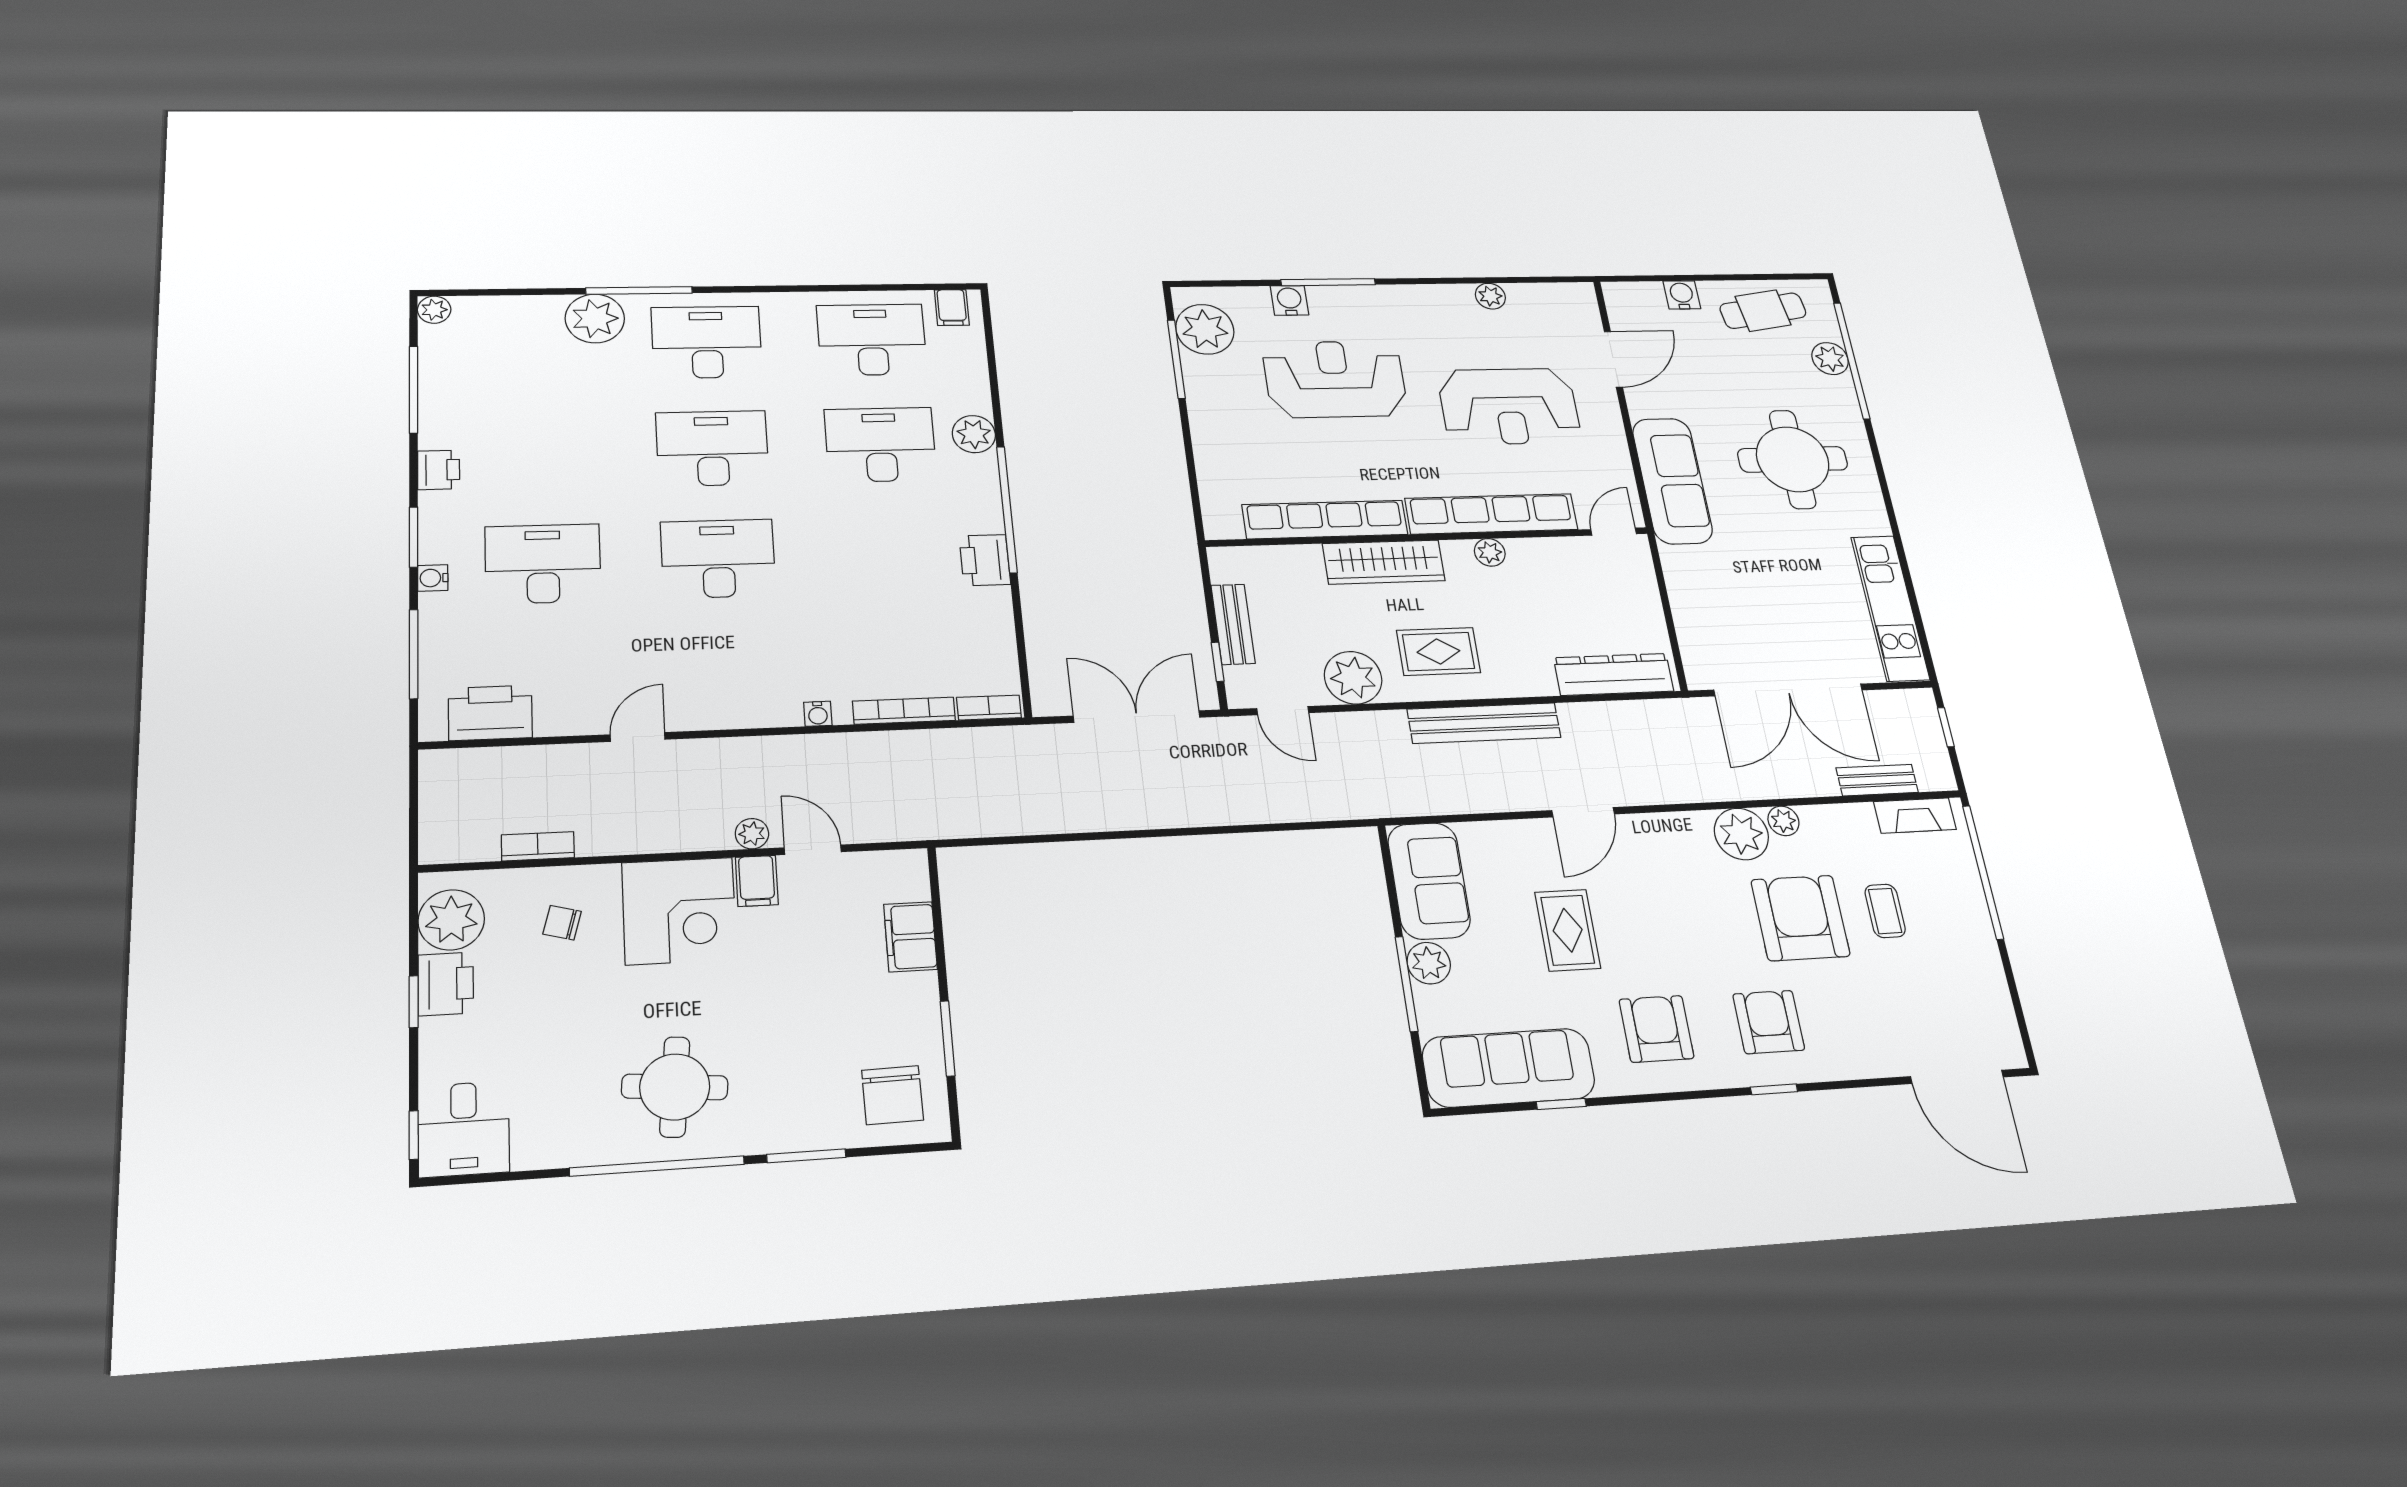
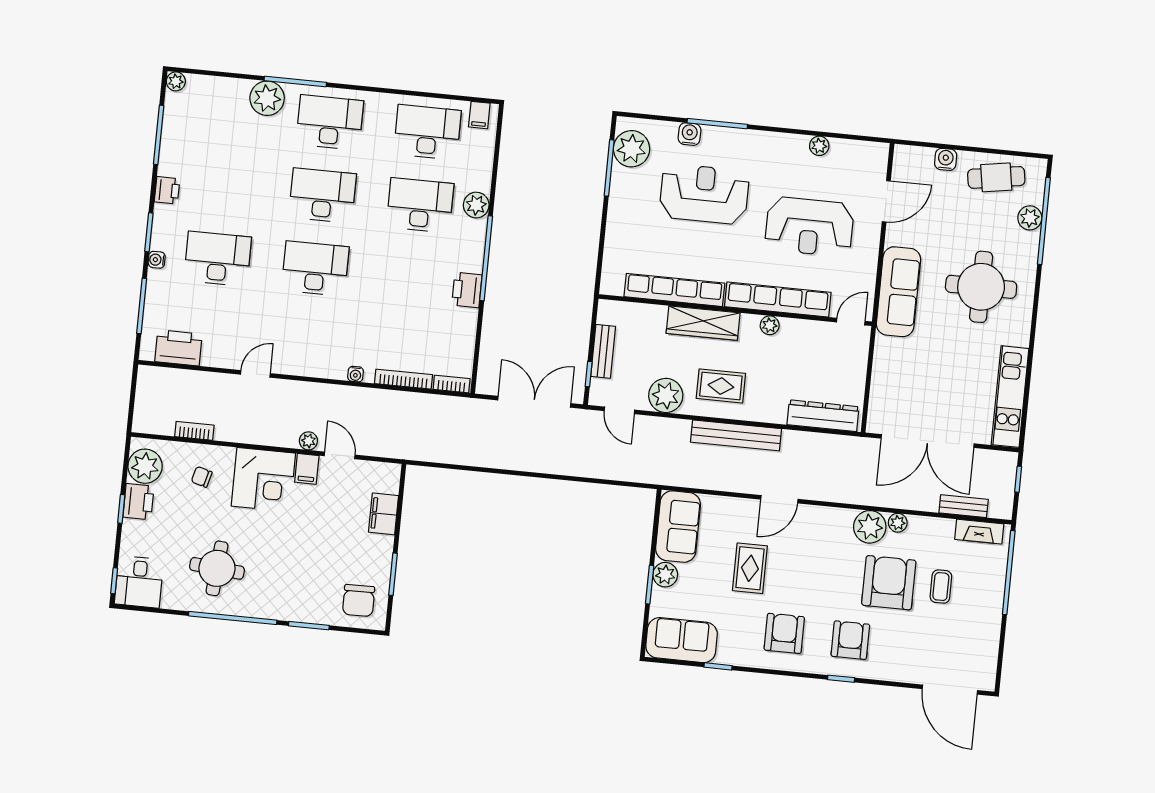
window: (1406, 984) -> (650, 585), width x0.69
sofa: (1509, 1068) -> (682, 640), width x0.73
round table: (675, 1087) -> (217, 568), moved

